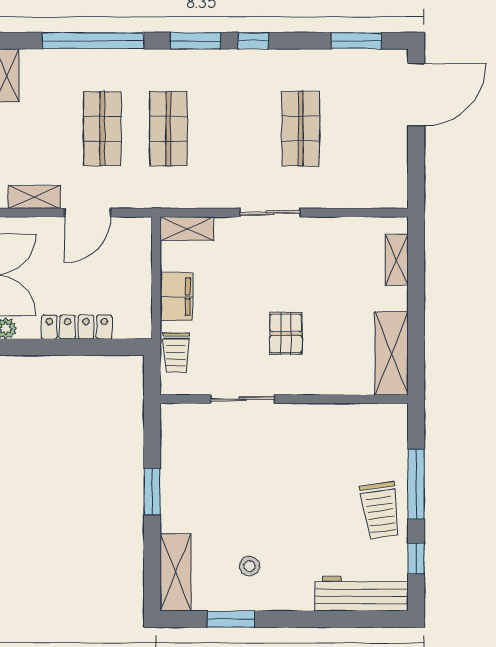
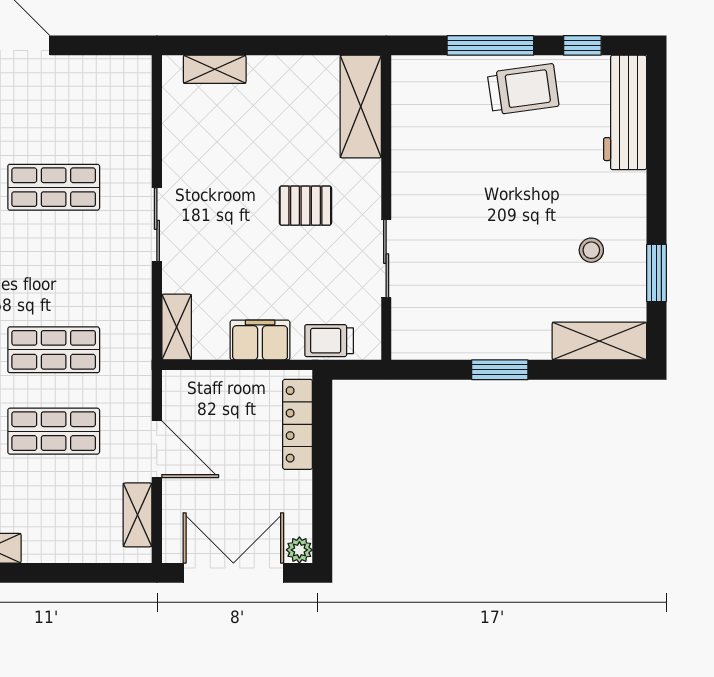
locker: (77, 327) -> (298, 424), moved
trolley: (176, 353) -> (329, 341), turned 180
shelving: (391, 353) -> (361, 107), moved, turned 90

